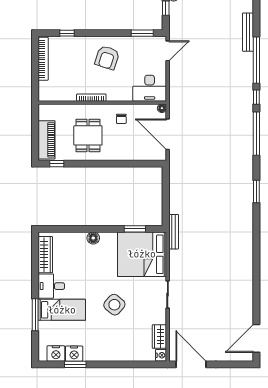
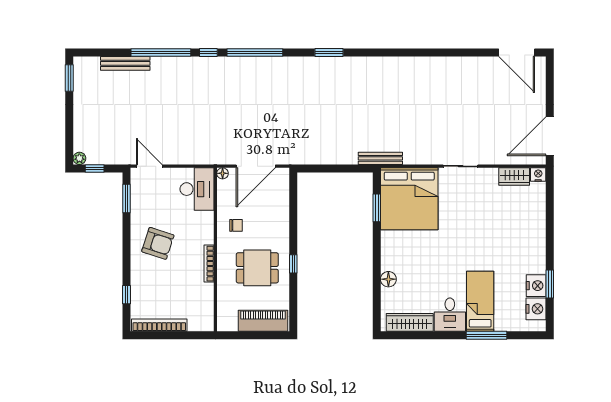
window: (57, 164) -> (293, 264), moved
floor lamp: (93, 238) -> (388, 279), moved
side table: (114, 305) -> (474, 234), removed

